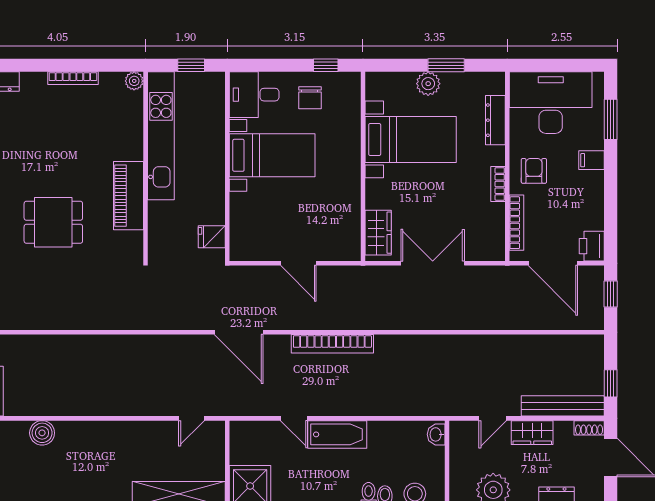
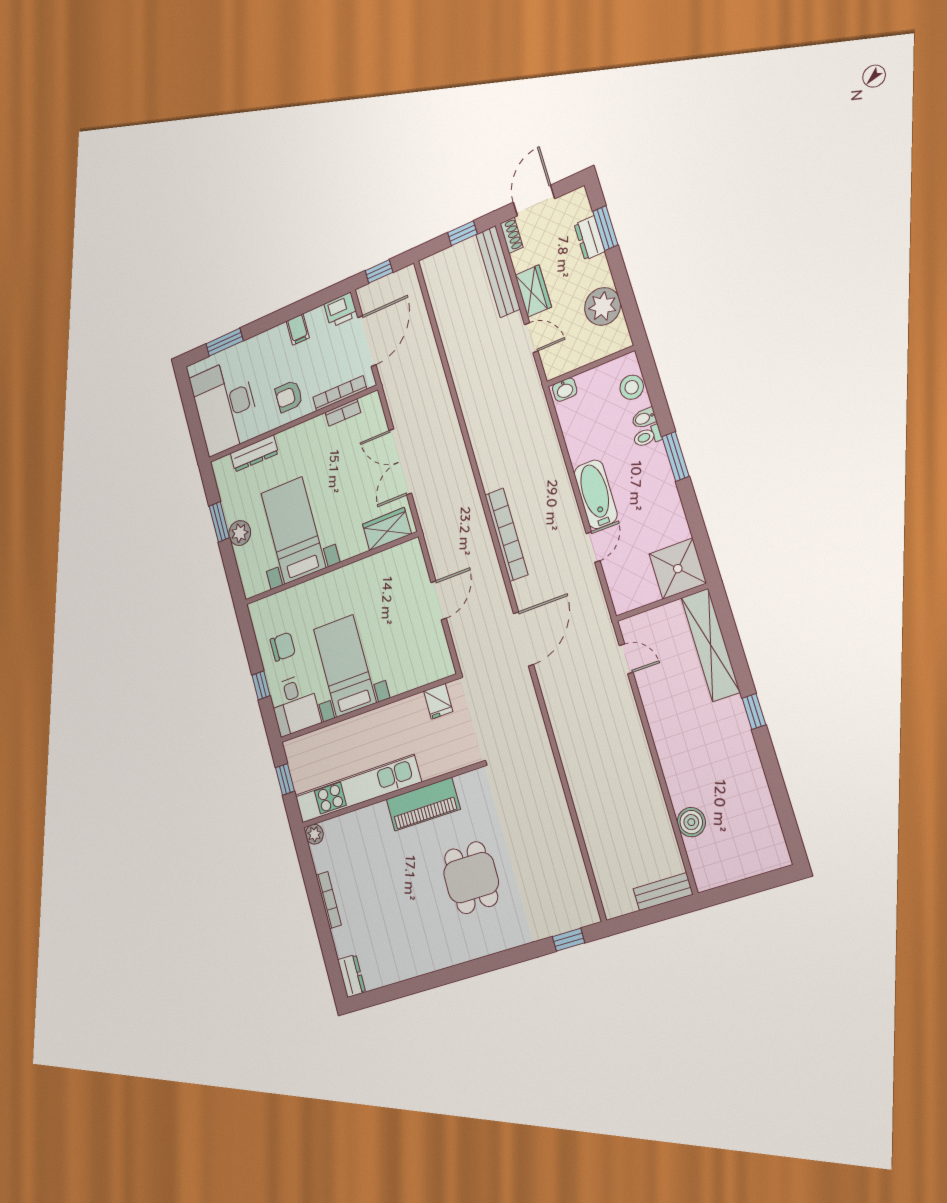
window: (326, 65) -> (261, 685), moved
filing cabinet: (592, 160) -> (298, 329), moved
bookcase: (498, 184) -> (343, 412), moved

